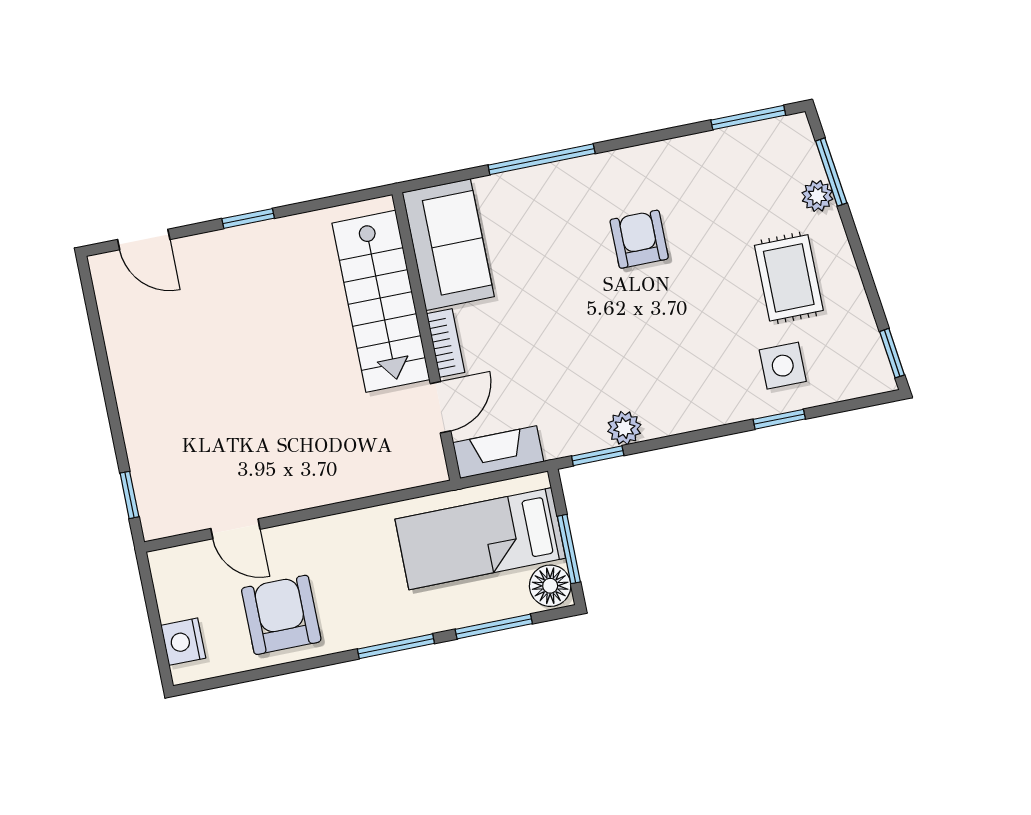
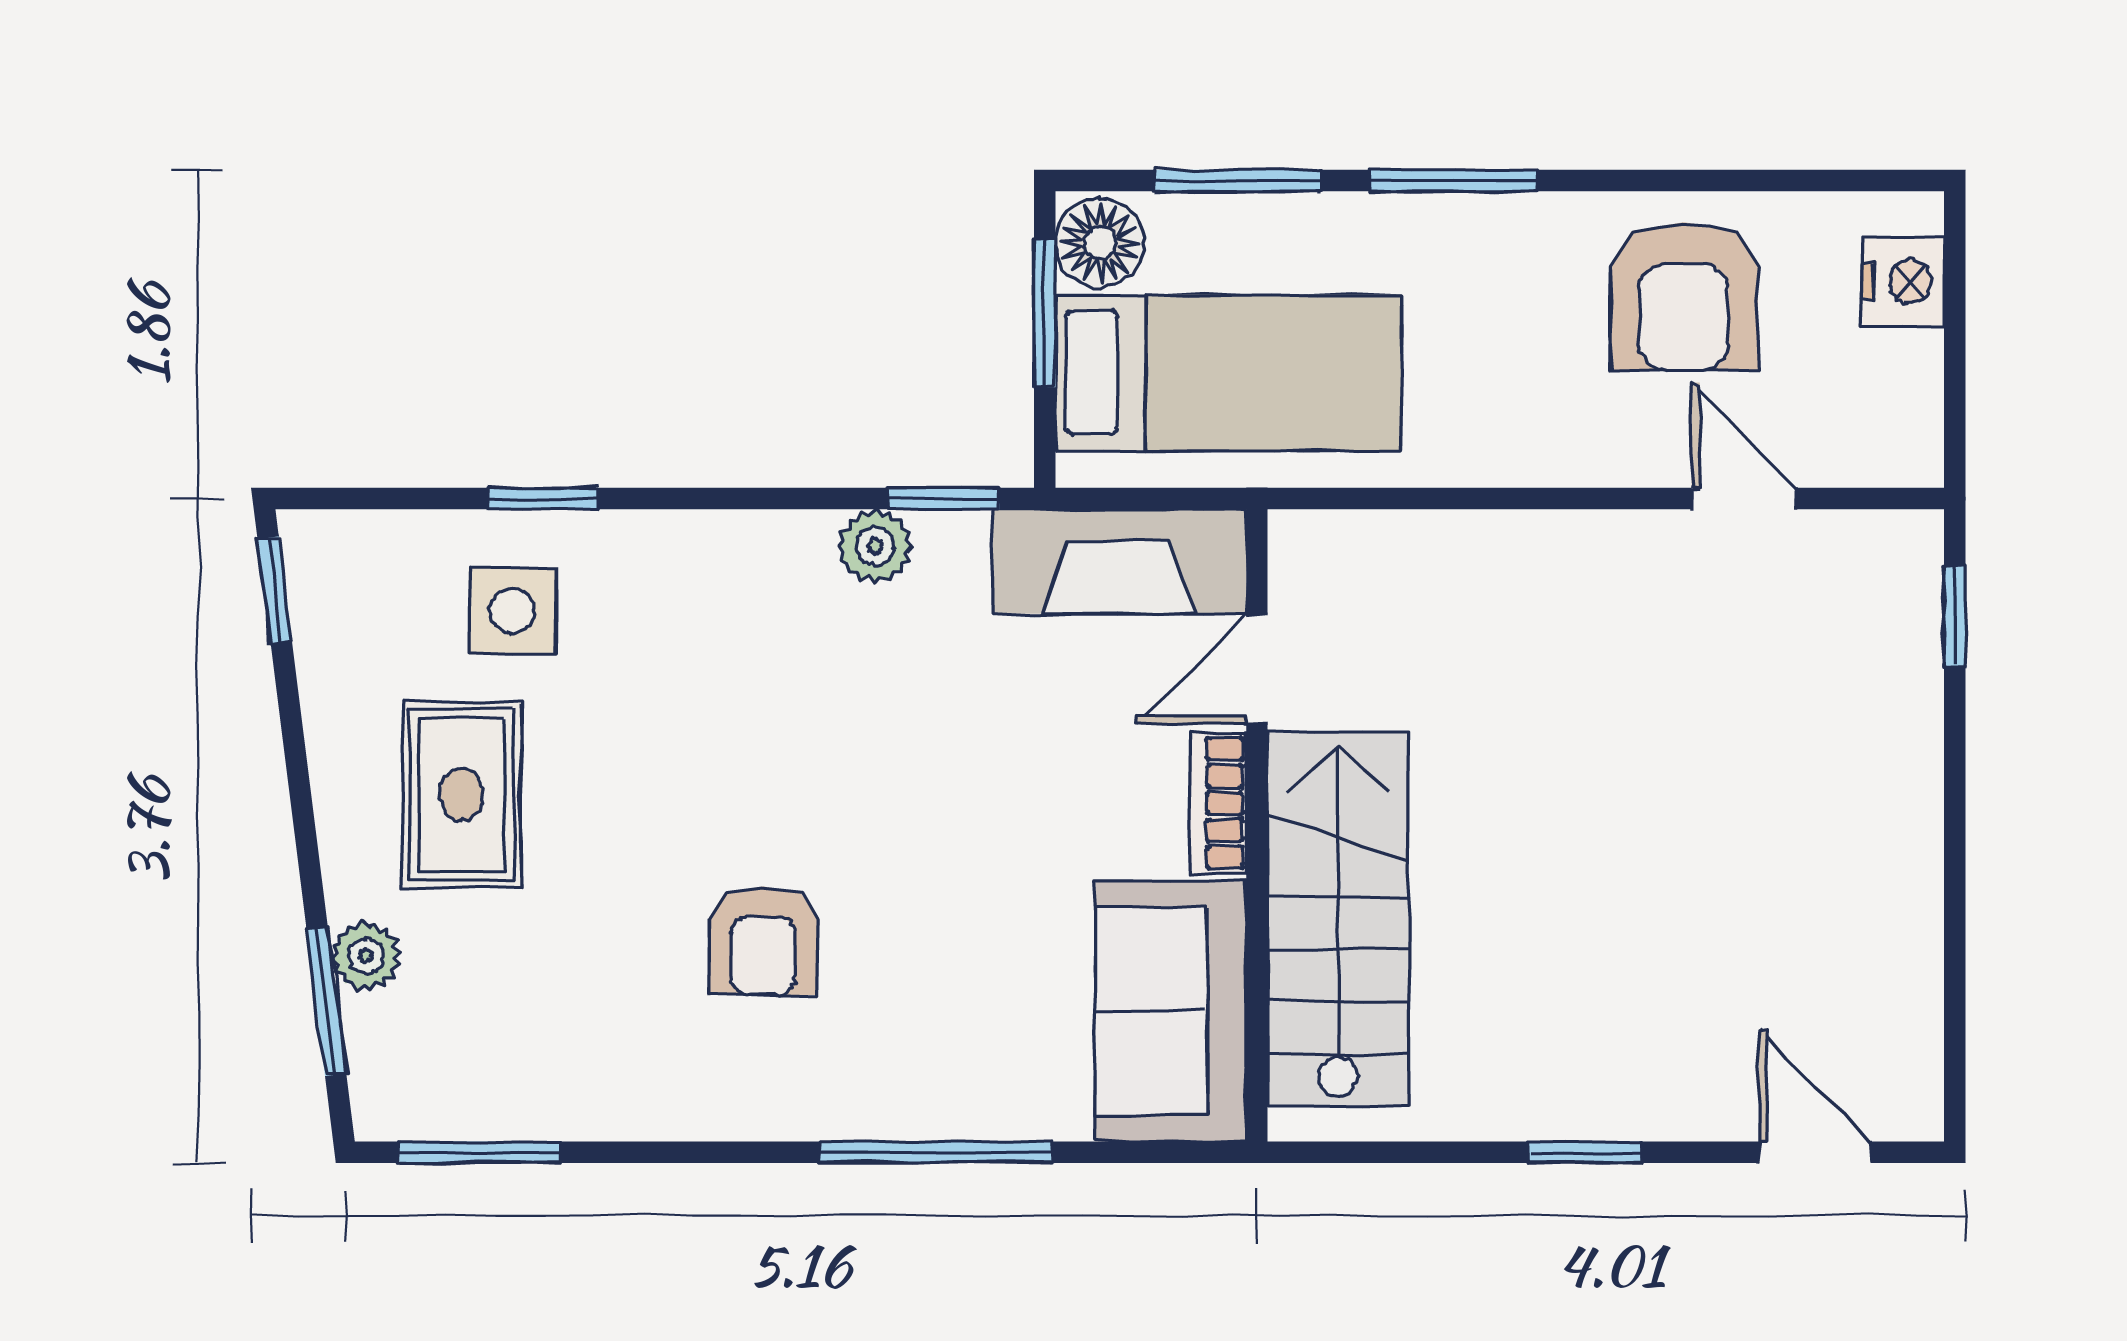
fireplace: (498, 452) -> (1119, 561), width x1.37, depth x1.32

